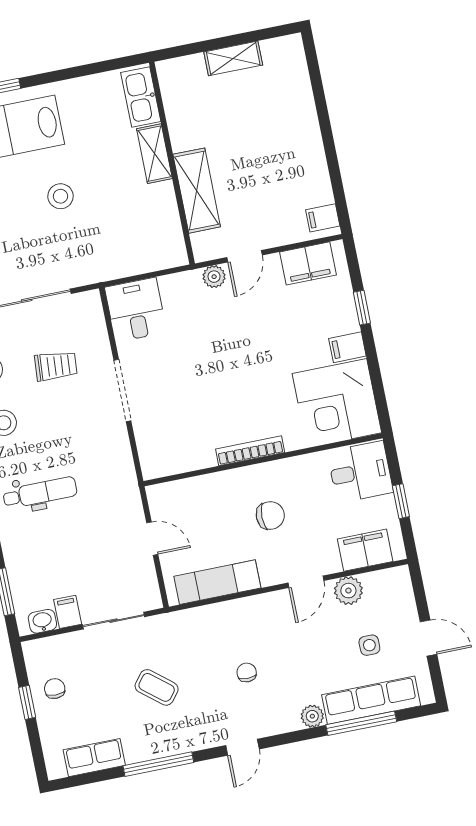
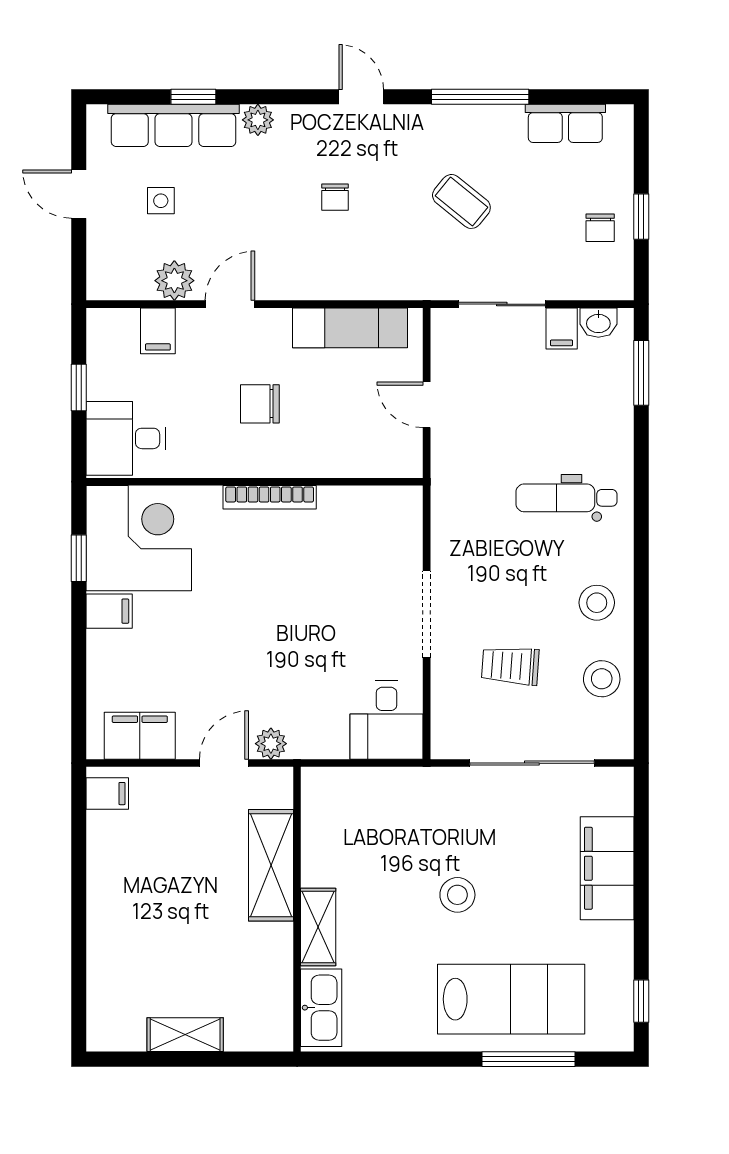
window: (362, 308) -> (79, 558), moved
filing cabinet: (365, 550) -> (158, 331), width x0.50
window: (361, 723) -> (193, 97), width x0.46
door: (242, 747) -> (361, 97), hinge flipped

